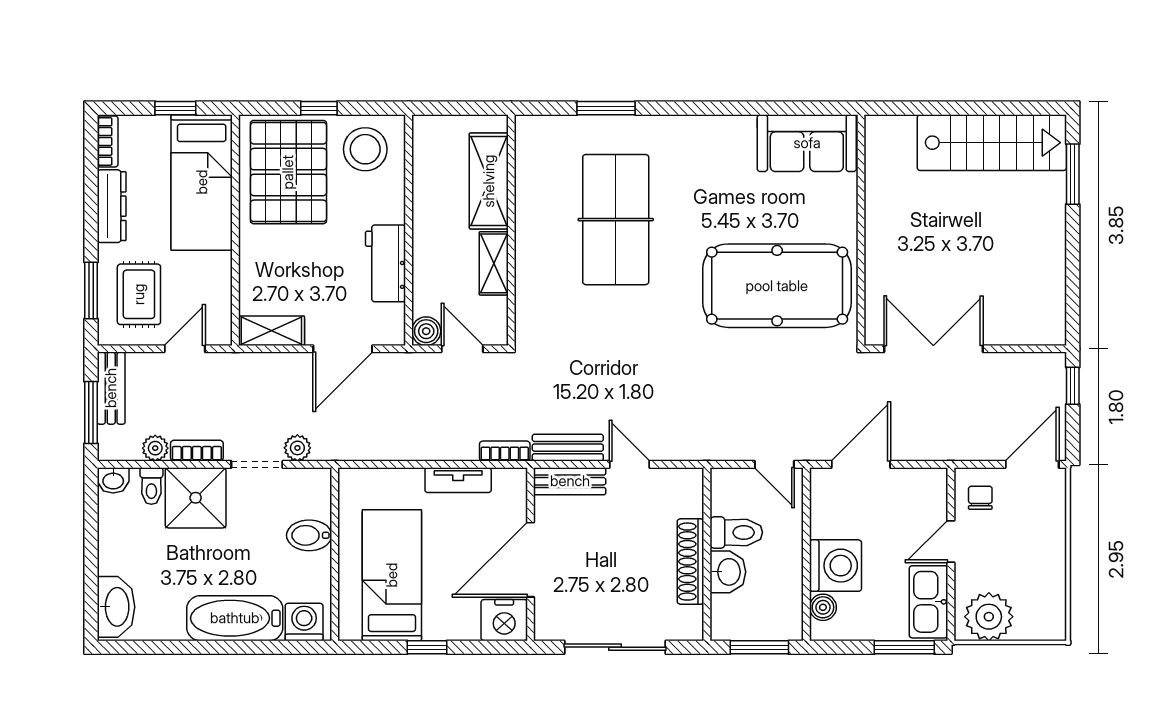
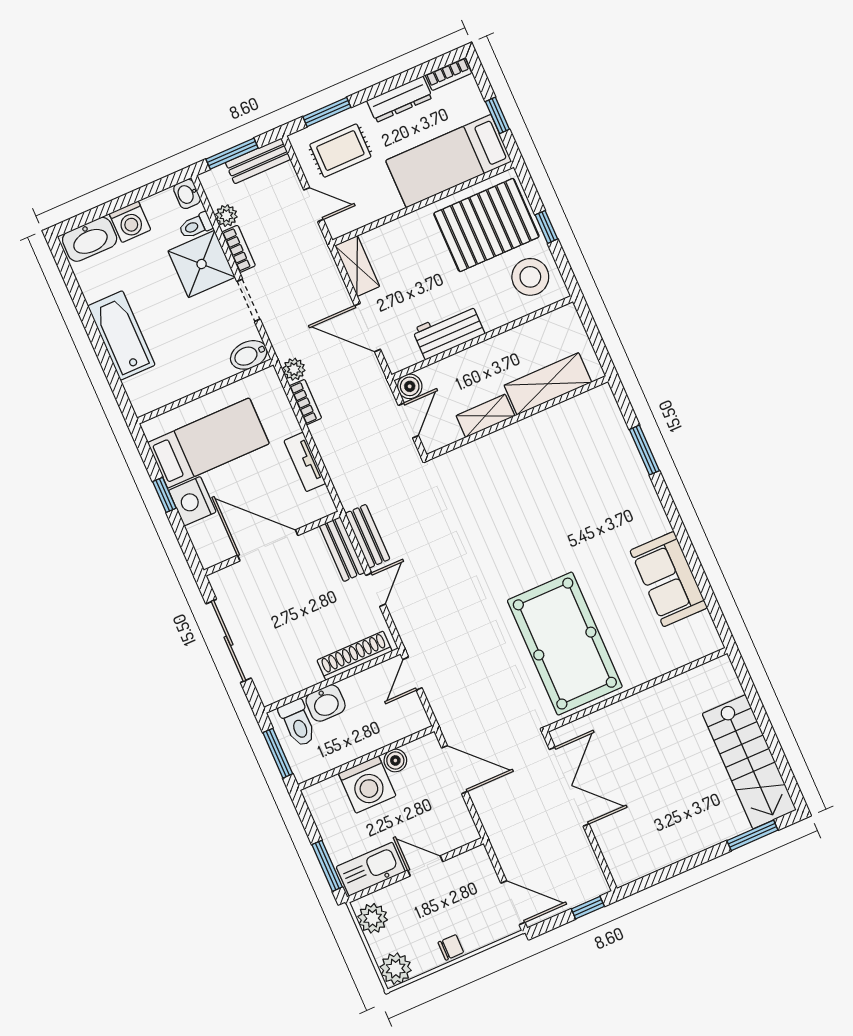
sofa: (807, 143) -> (669, 579), moved
table tennis table: (616, 220) -> (561, 496), removed
plant: (297, 448) -> (294, 369), moved
bookcase: (505, 451) -> (305, 402), moved
door: (774, 464) -> (412, 674), moved
chair: (980, 498) -> (451, 947), moved
toilet: (736, 532) -> (298, 723), moved
bidet: (309, 535) -> (249, 355), moved, turned -90
shoe rack: (691, 562) -> (354, 656), moved
boiler: (823, 607) -> (395, 760), moved
plant: (989, 617) -> (373, 918), width x0.73, depth x0.73
nightstand: (504, 620) -> (192, 501), moved
washing machine: (304, 622) -> (130, 222), moved, turned 90
plant: (1048, 622) -> (396, 969), added

